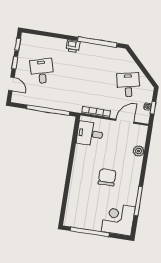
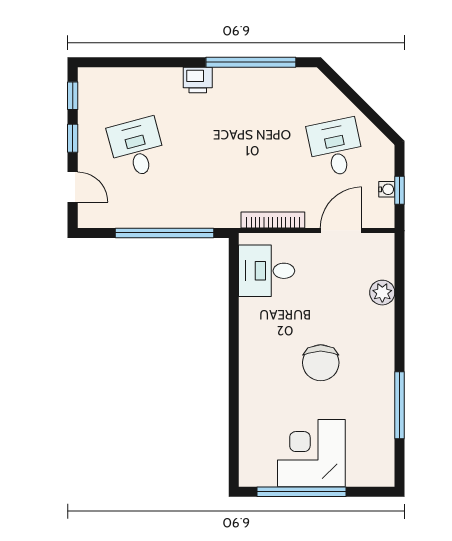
chair: (107, 177) -> (321, 363), turned 180
corner desk: (118, 219) -> (311, 453), moved

